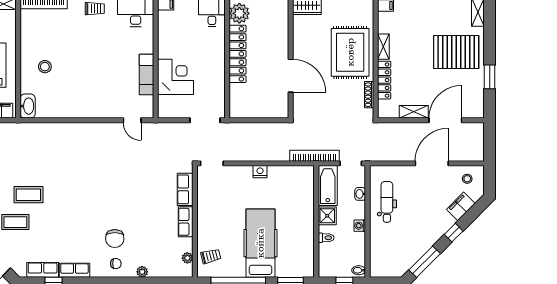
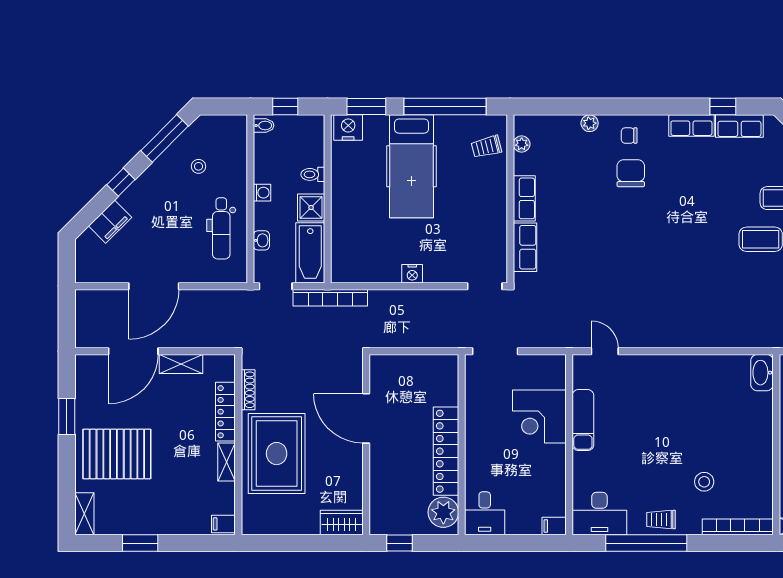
stool: (45, 67) -> (704, 482), moved
stool: (467, 179) -> (199, 166), moved
nightstand: (303, 269) -> (348, 127), added

